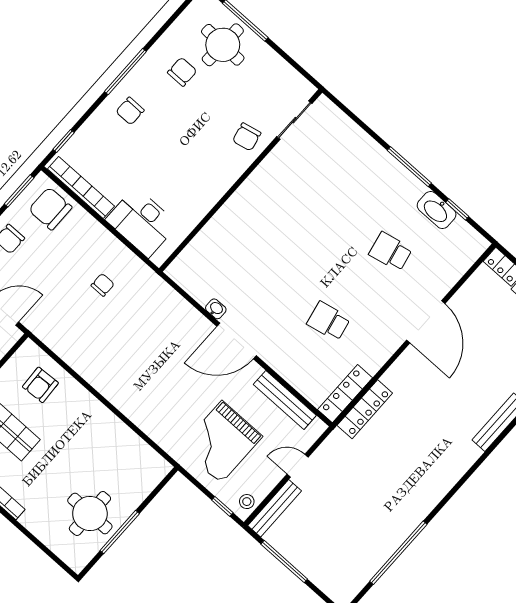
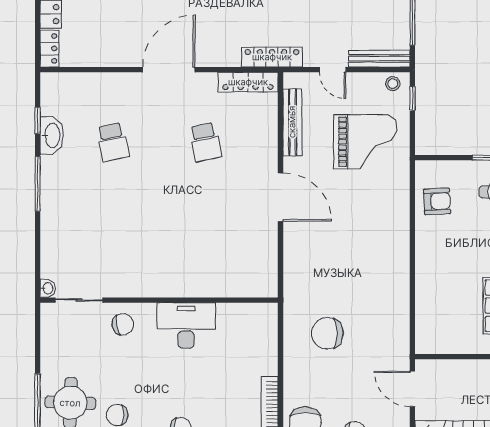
desk: (142, 222) -> (186, 325), moved, turned -90
chair: (103, 285) -> (327, 333), width x1.87, depth x1.87
washbasin: (216, 309) -> (48, 288), moved, turned 180
door: (426, 322) -> (169, 70), moved
armchair: (40, 385) -> (437, 201), moved
locker: (365, 409) -> (272, 57), moved

